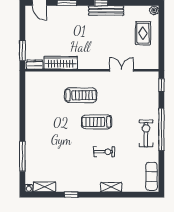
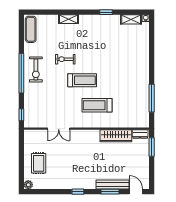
bench: (106, 11) -> (113, 184), moved
exercise bike: (104, 152) -> (65, 59), moved
window: (22, 156) -> (152, 98), moved

